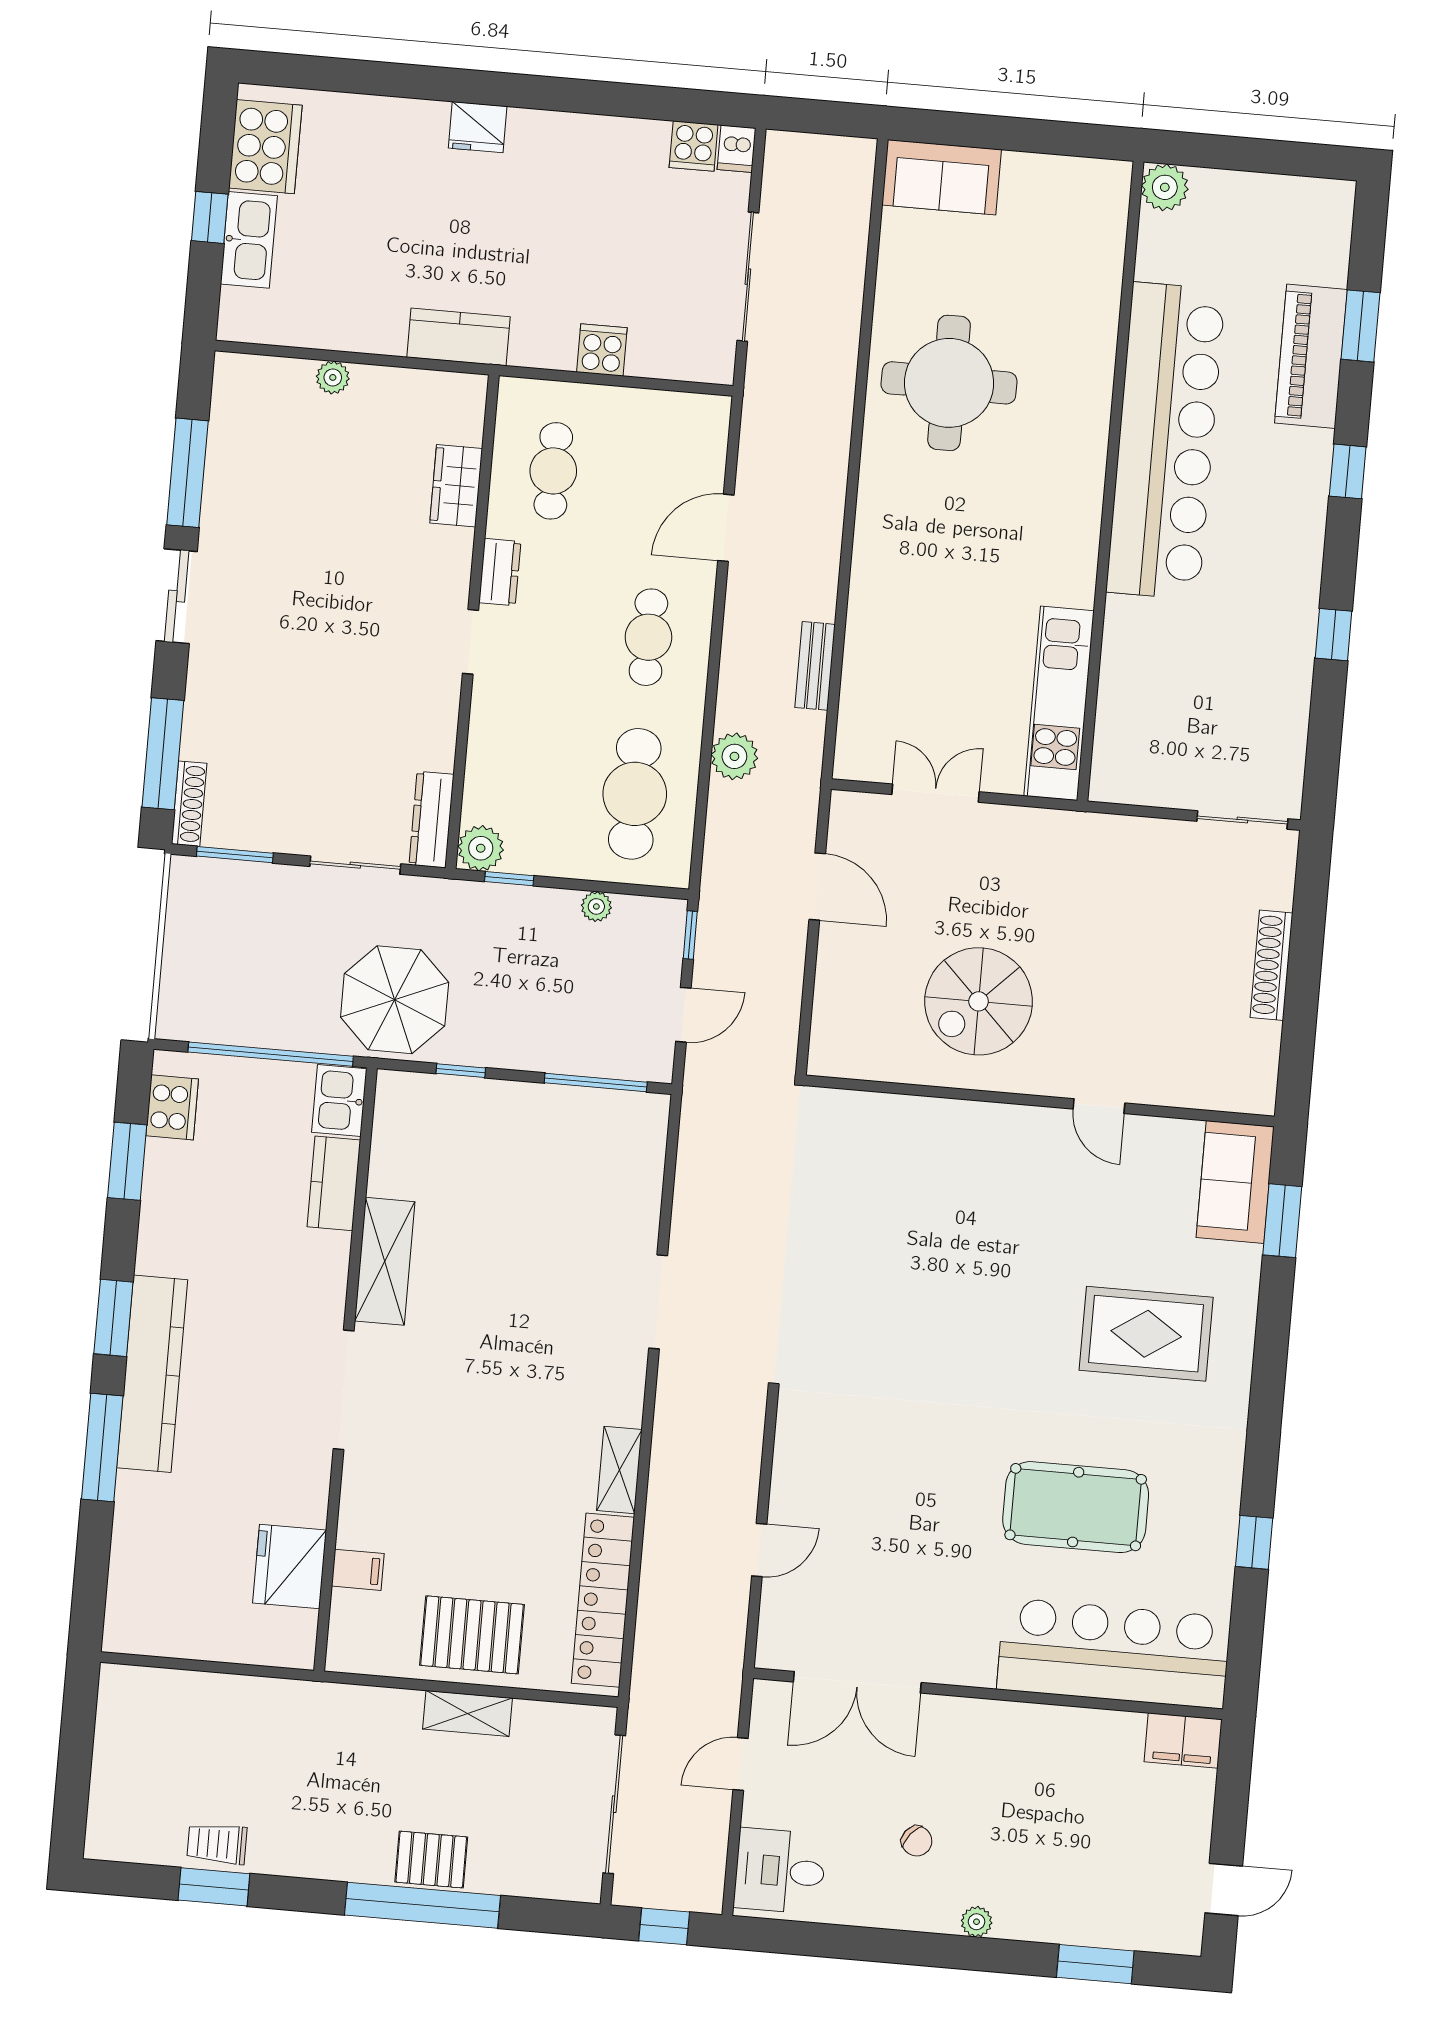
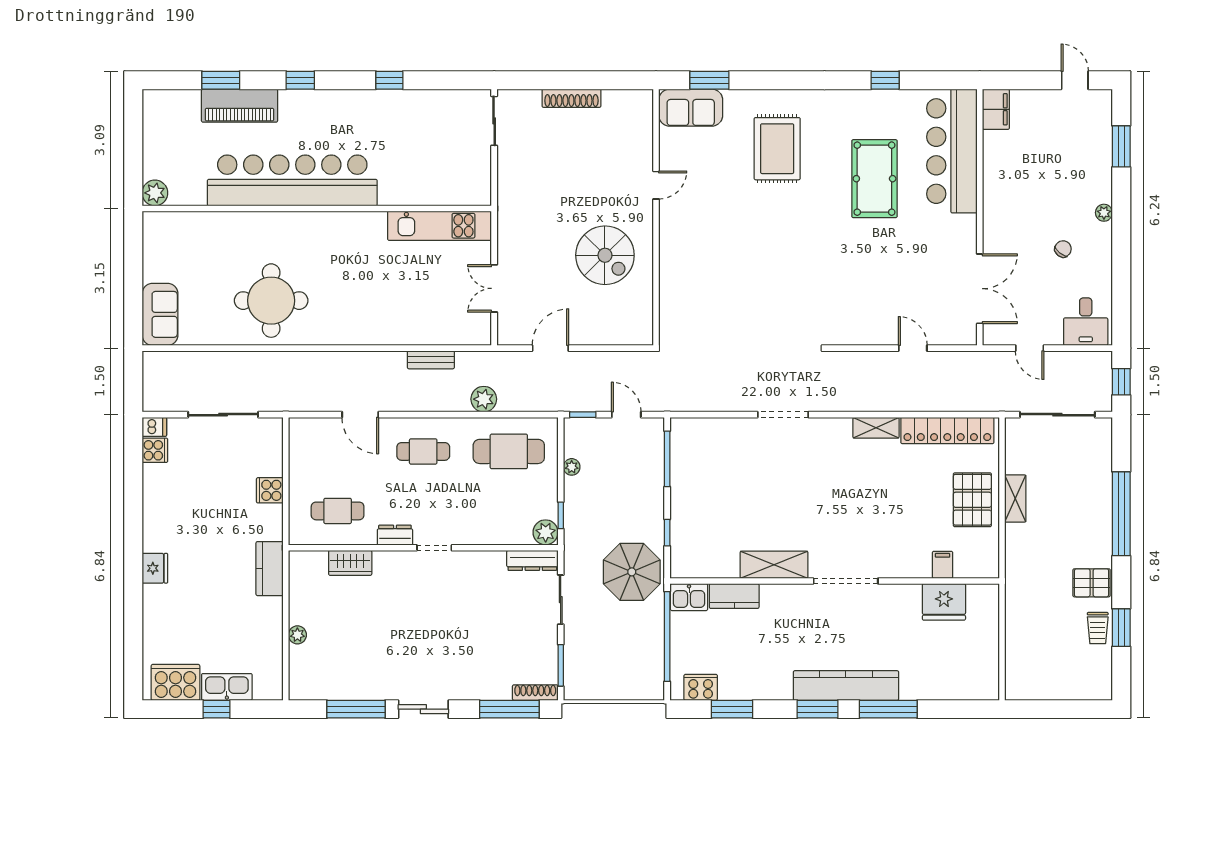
pallet: (431, 1860) -> (1092, 583), moved, turned 90

